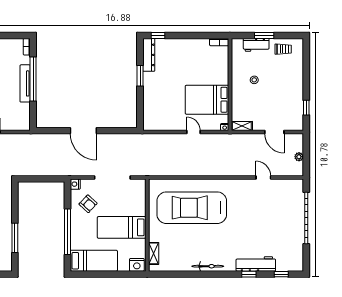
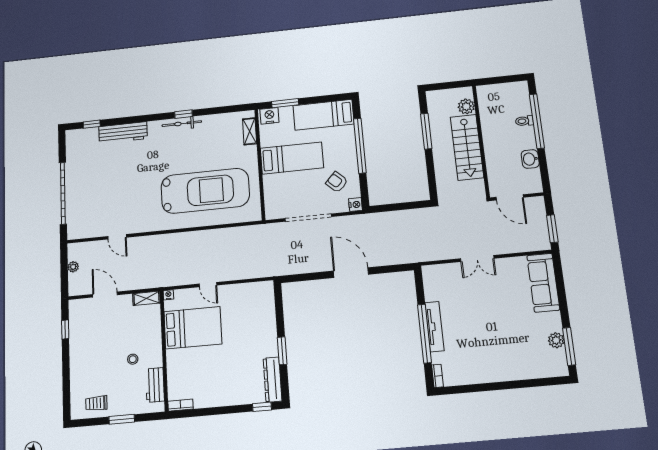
workbench: (256, 45) -> (155, 385), moved, turned -90
window: (124, 274) -> (285, 103), added
window: (249, 274) -> (184, 114), moved

